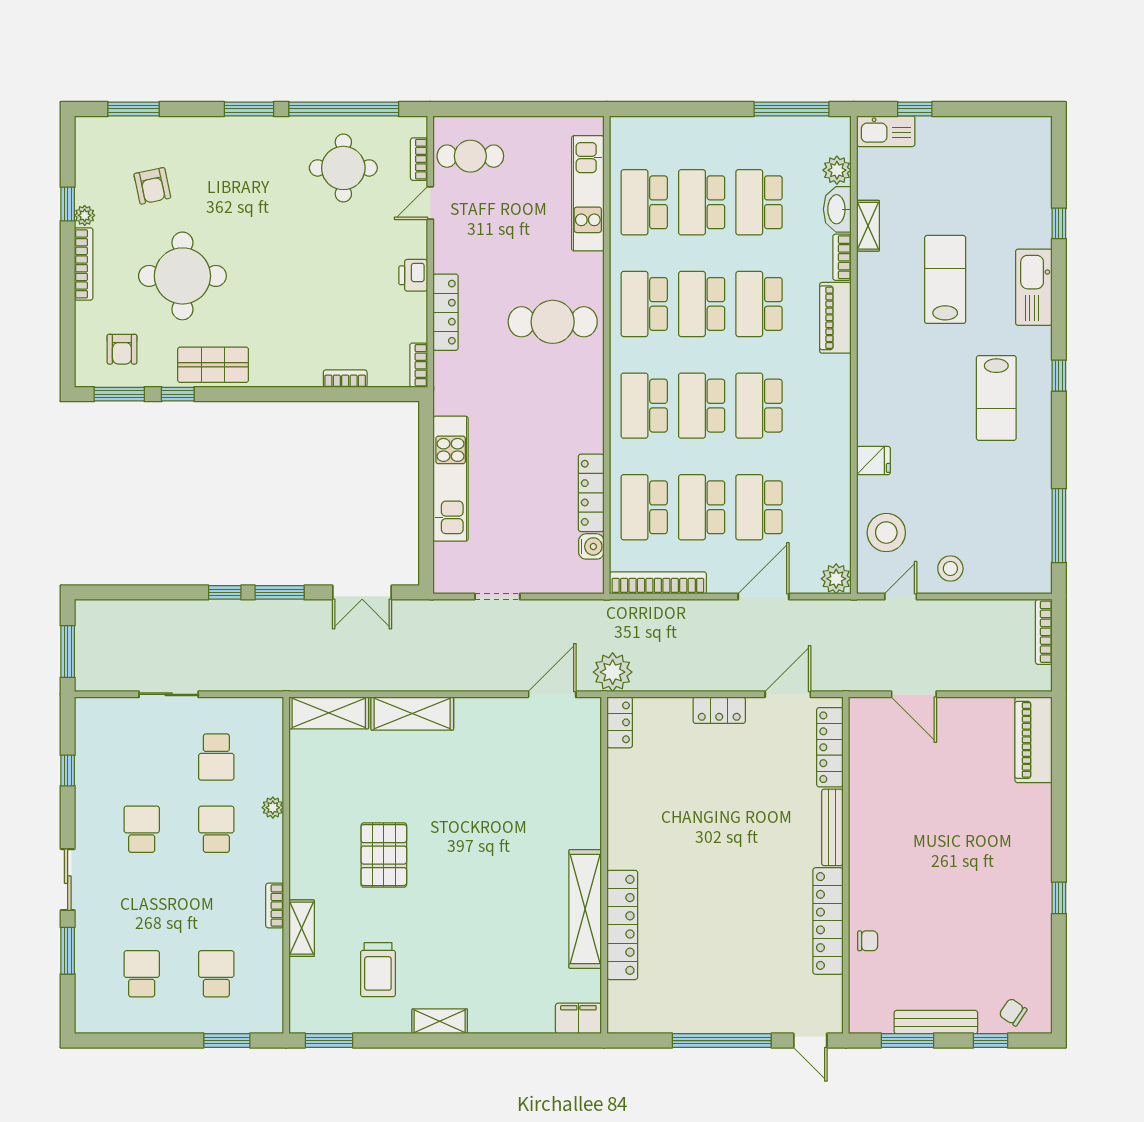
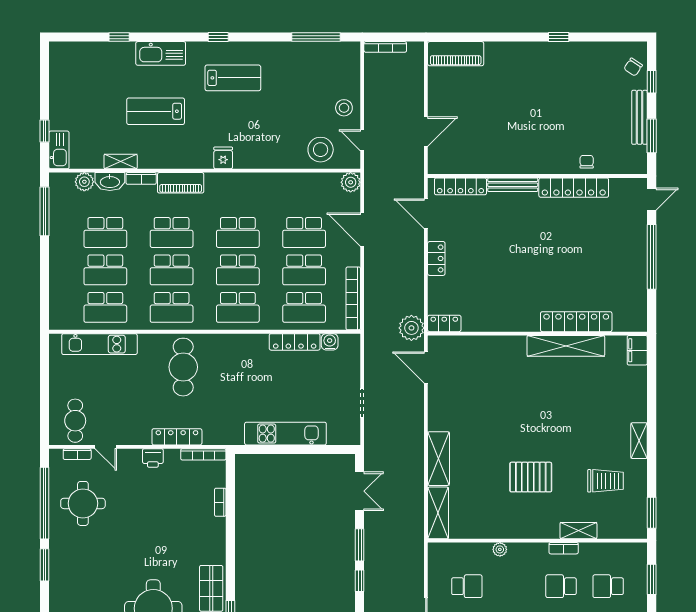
bookcase: (419, 365) -> (203, 454), width x1.56
fridge: (873, 461) -> (223, 158), moved
school desk: (216, 829) -> (561, 586), moved

